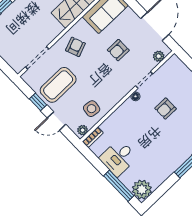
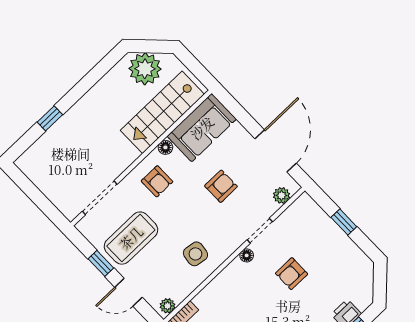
floor lamp: (81, 24) -> (165, 147), added
armchair: (75, 47) -> (157, 181), turned 111
armchair: (118, 50) -> (221, 186), turned 180
side table: (92, 109) -> (195, 254), moved

